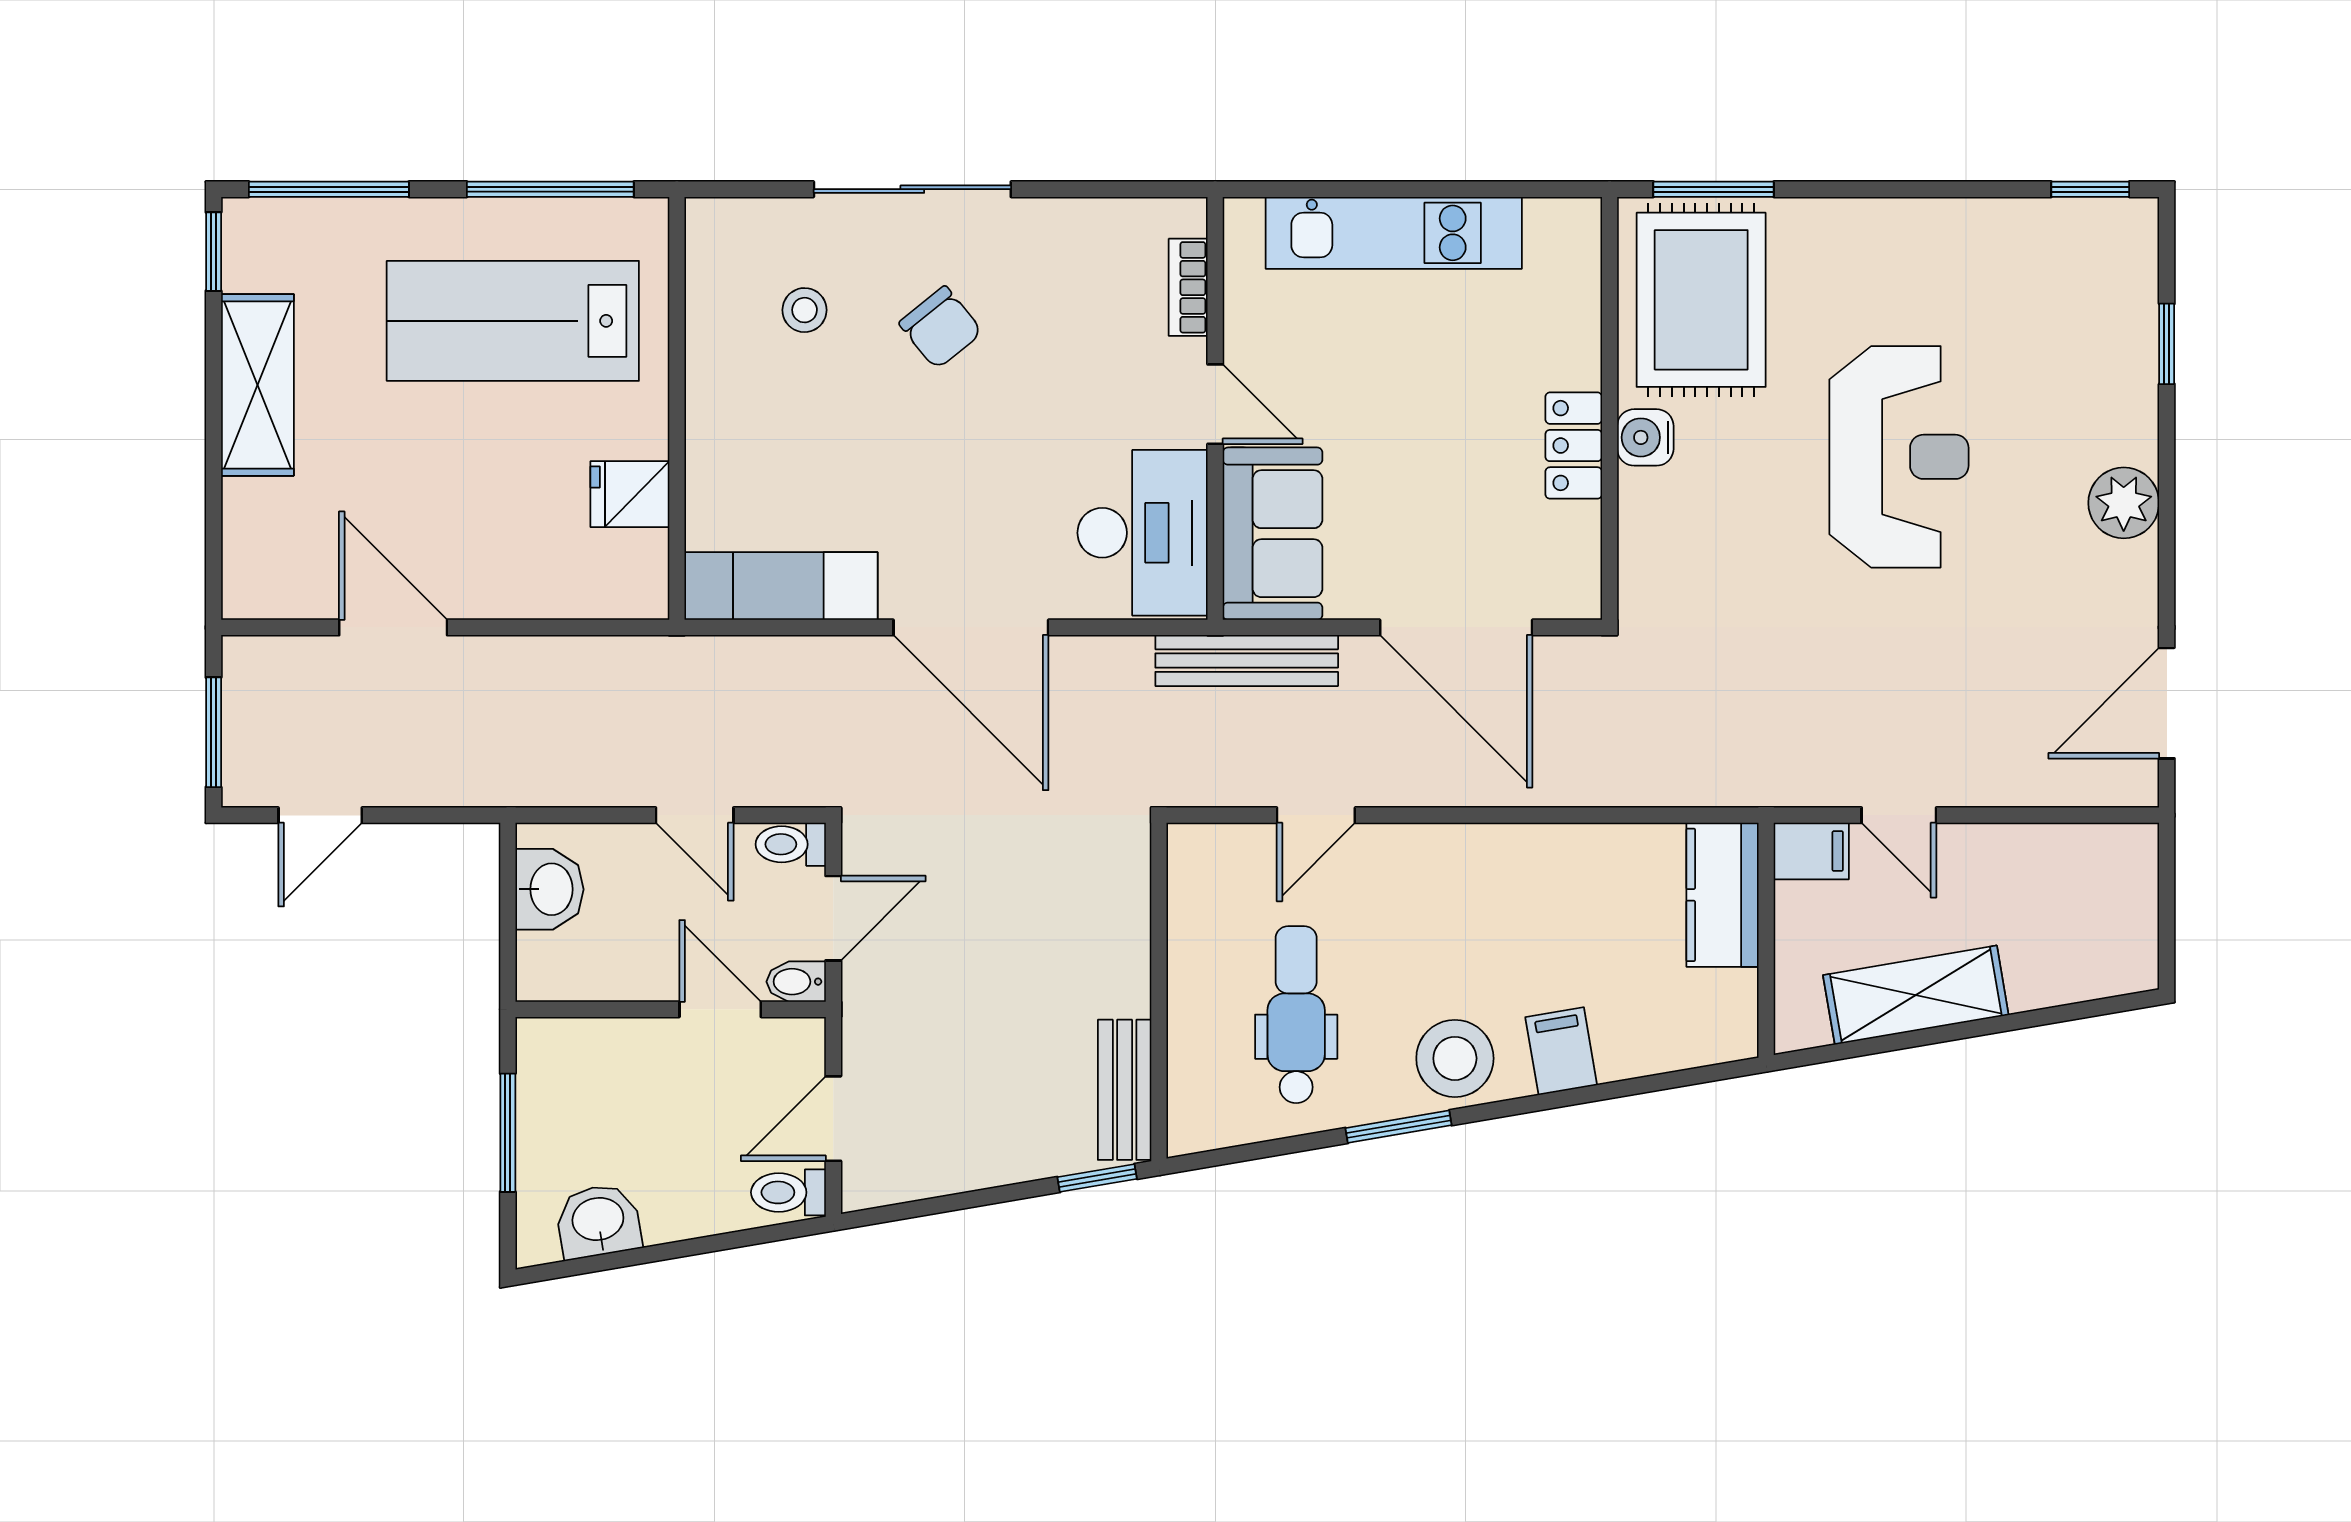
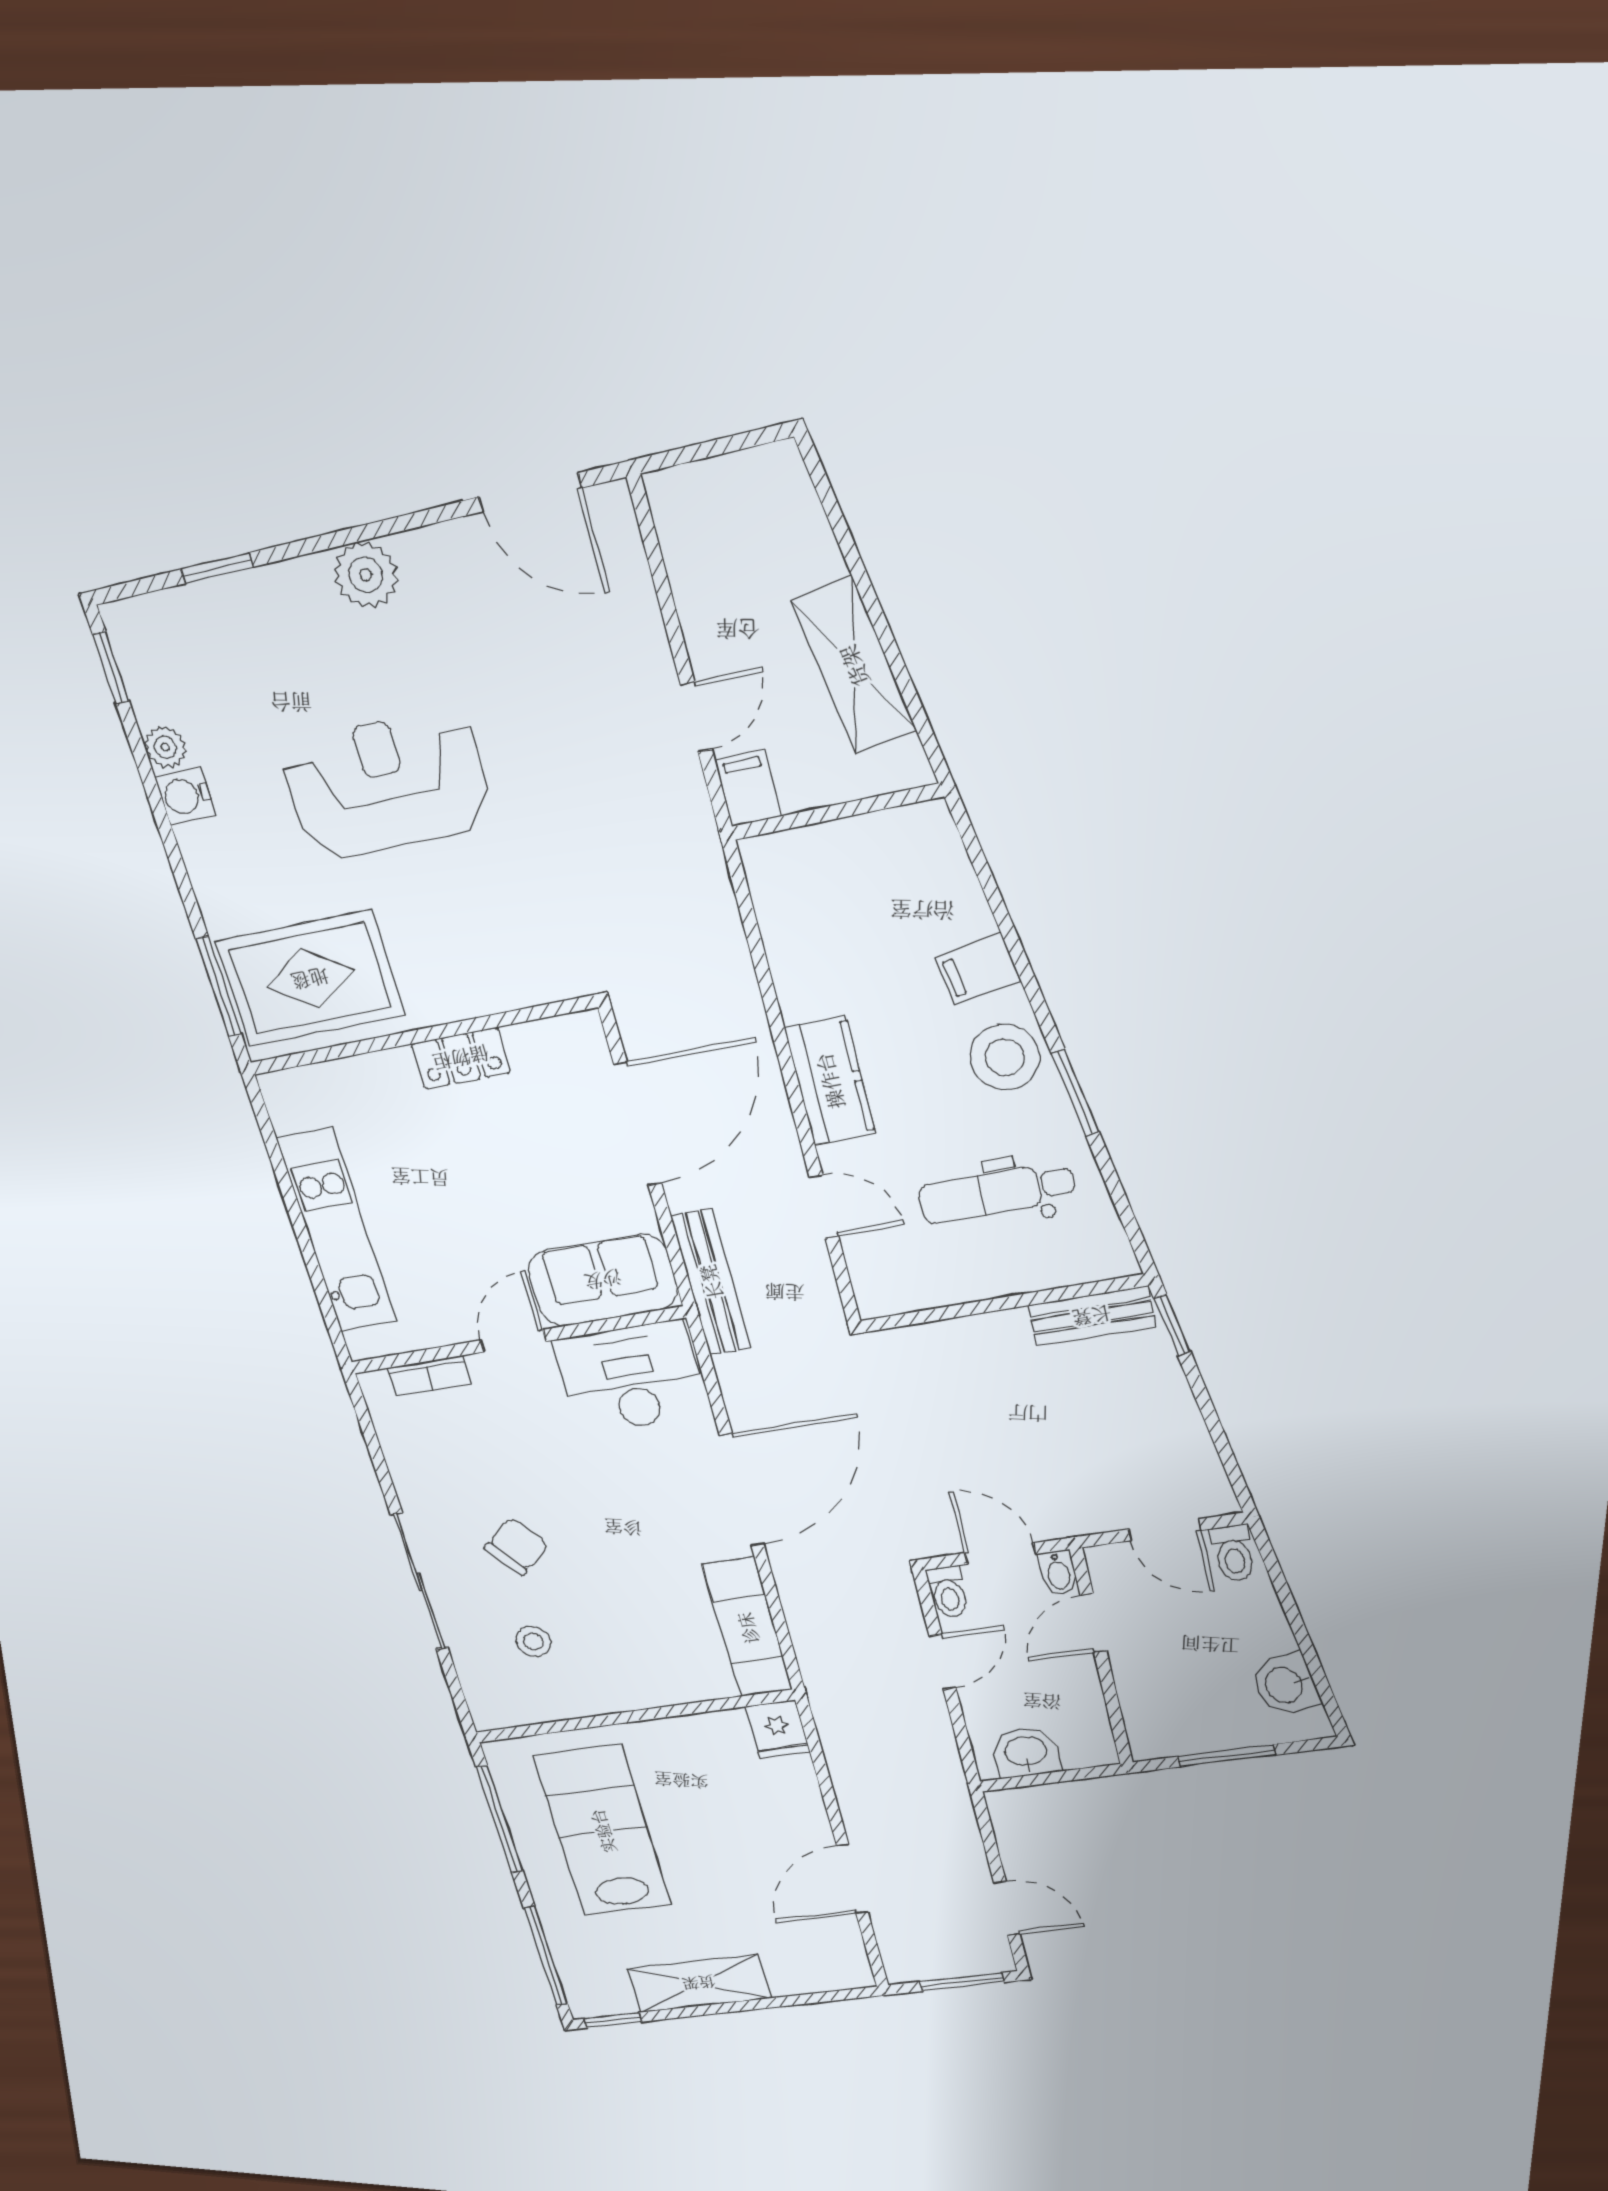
plant: (1993, 221) -> (165, 747), added
lab bench: (513, 321) -> (603, 1831), turned 180
water cooler: (1645, 437) -> (185, 796), moved, turned 90
fridge: (630, 494) -> (778, 1729), moved
kitchen counter: (1722, 895) -> (830, 1081), moved, turned -90

